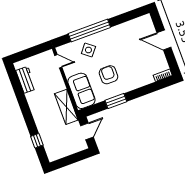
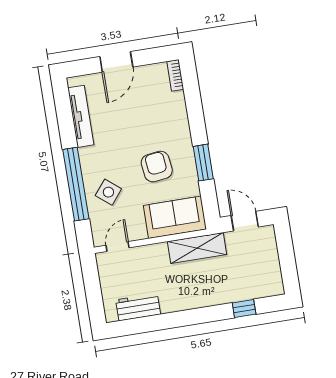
tv unit: (129, 26) -> (81, 116), added
armchair: (108, 75) -> (157, 167), turned 83

